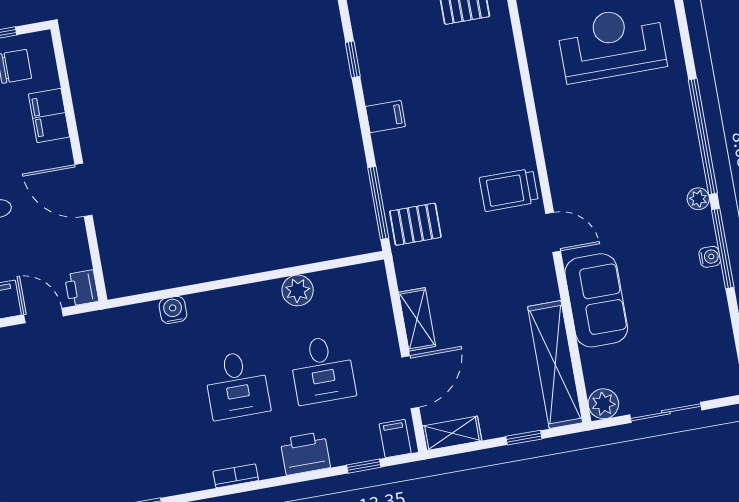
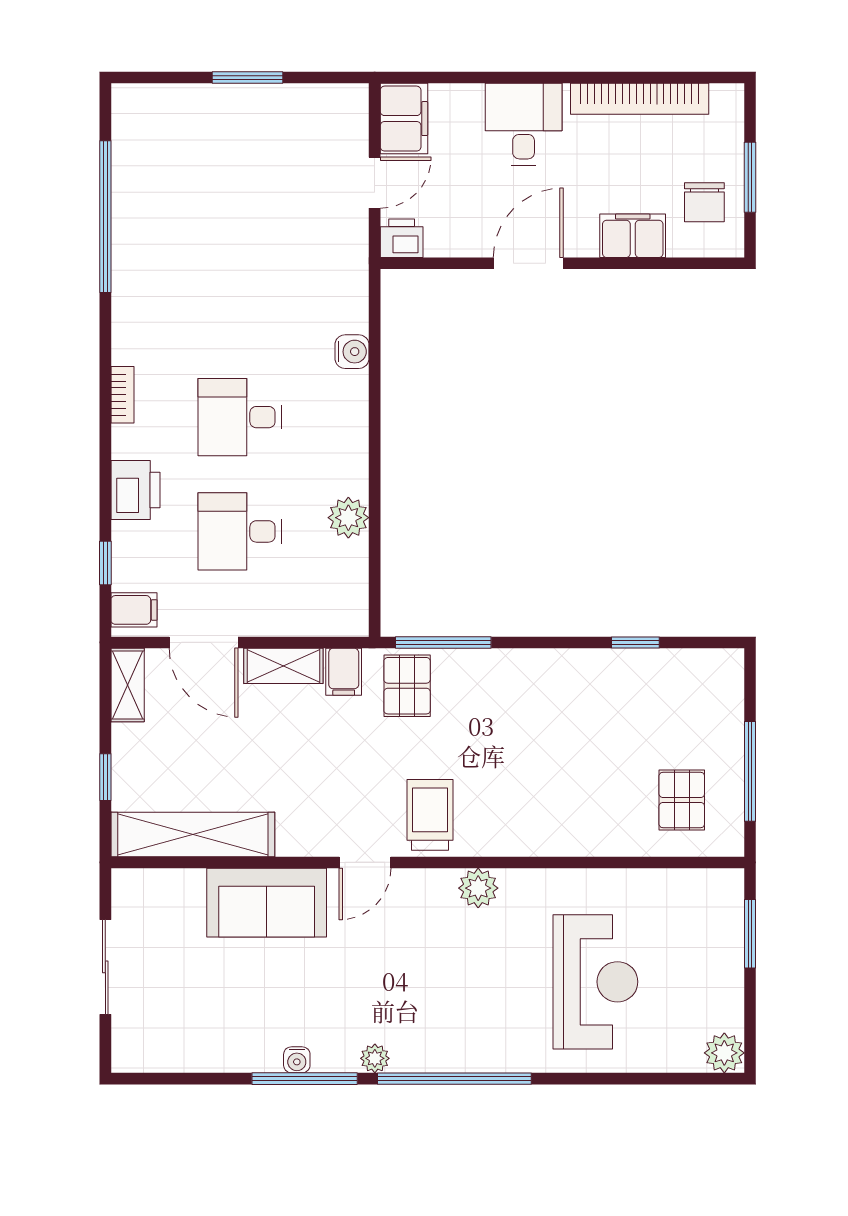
filing cabinet: (385, 116) -> (344, 672), moved
plant: (603, 404) -> (478, 888), moved

